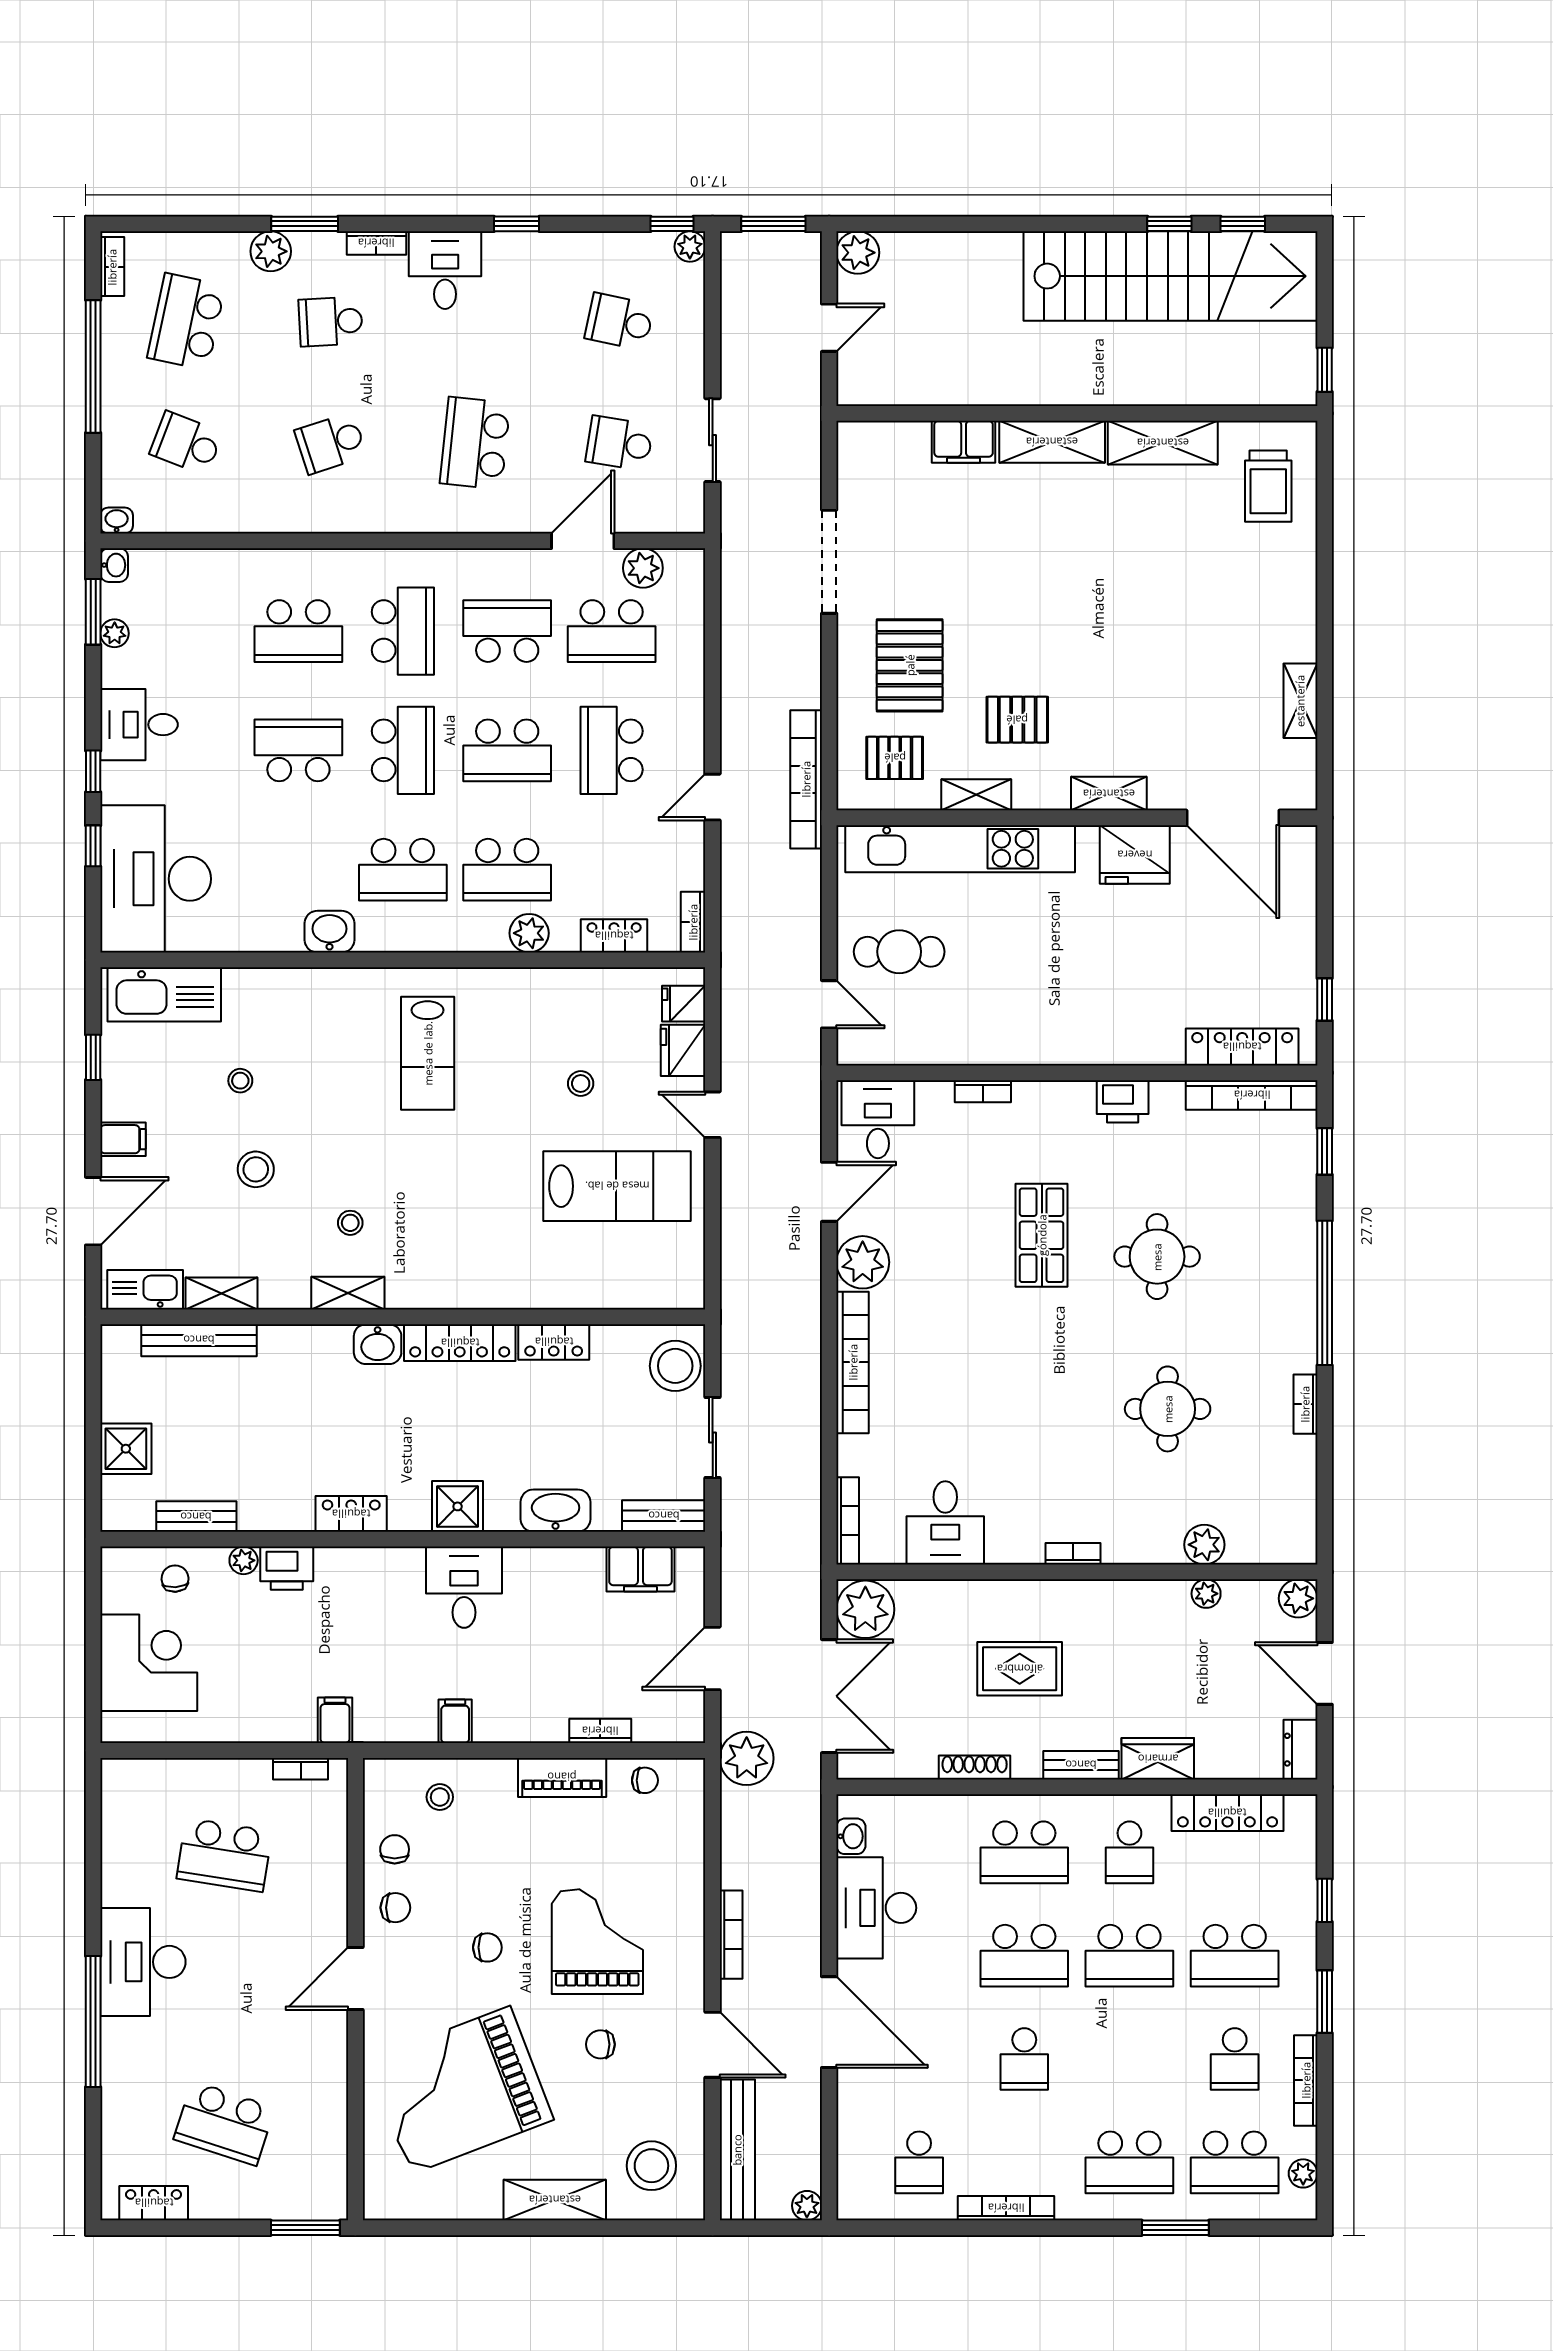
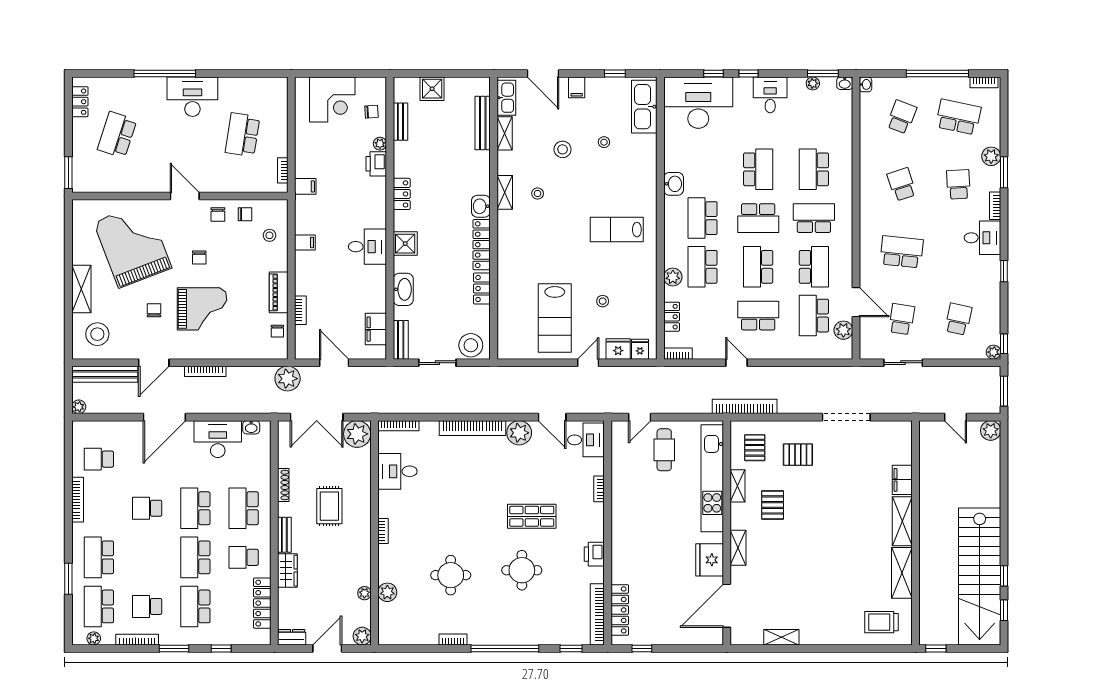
school desk: (403, 631) -> (814, 218), turned 180
pallet: (910, 665) -> (798, 455), width x0.67, depth x0.71

